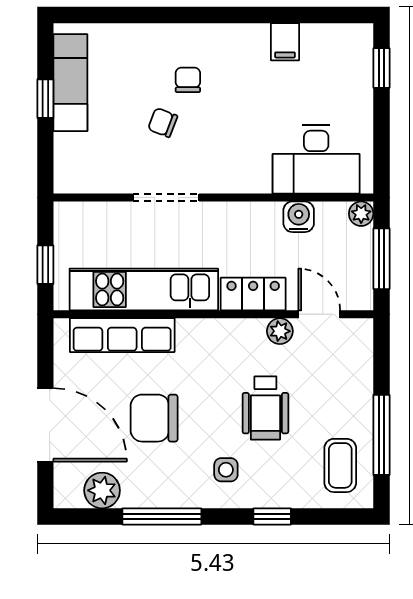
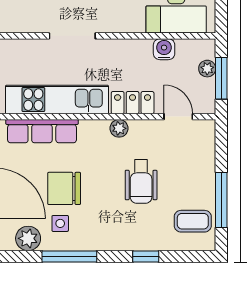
plant: (361, 214) -> (207, 69), moved
plant: (280, 331) -> (119, 128), moved
coffee table: (340, 465) -> (193, 221), turned 90
side table: (226, 470) -> (60, 223), moved

